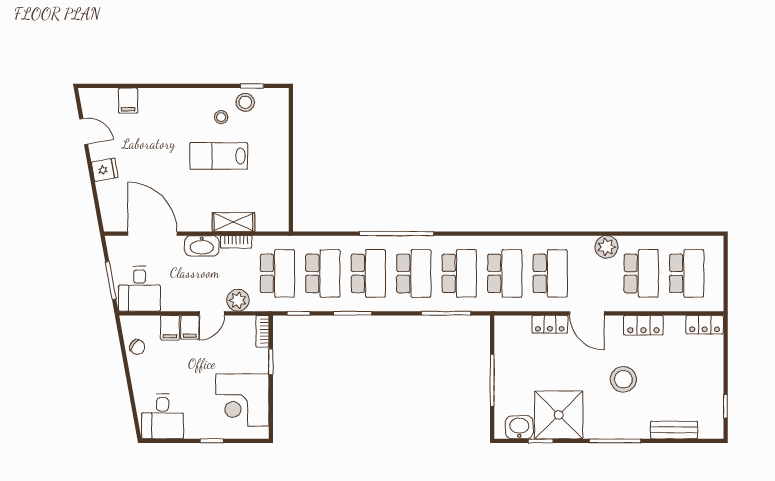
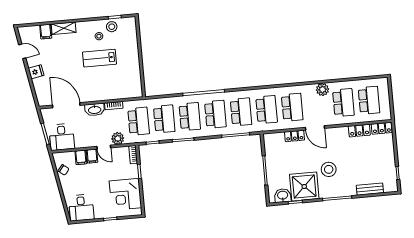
shelving: (233, 222) -> (64, 28), moved
door: (212, 313) -> (104, 147), hinge flipped
locker: (643, 325) -> (359, 131), moved
stool: (623, 379) -> (329, 169), moved

